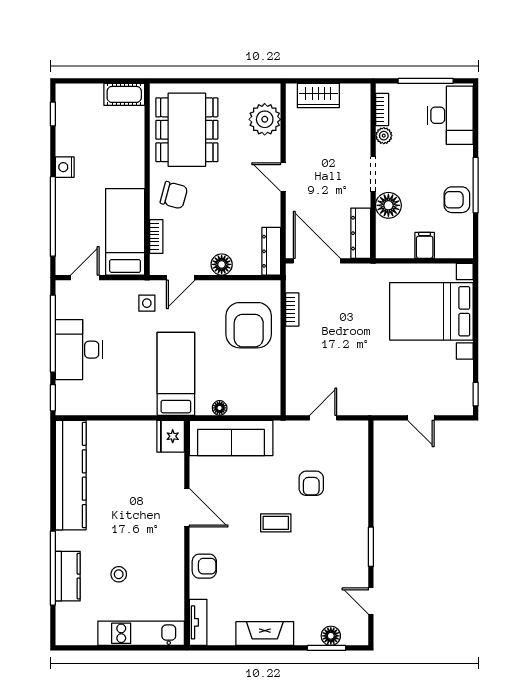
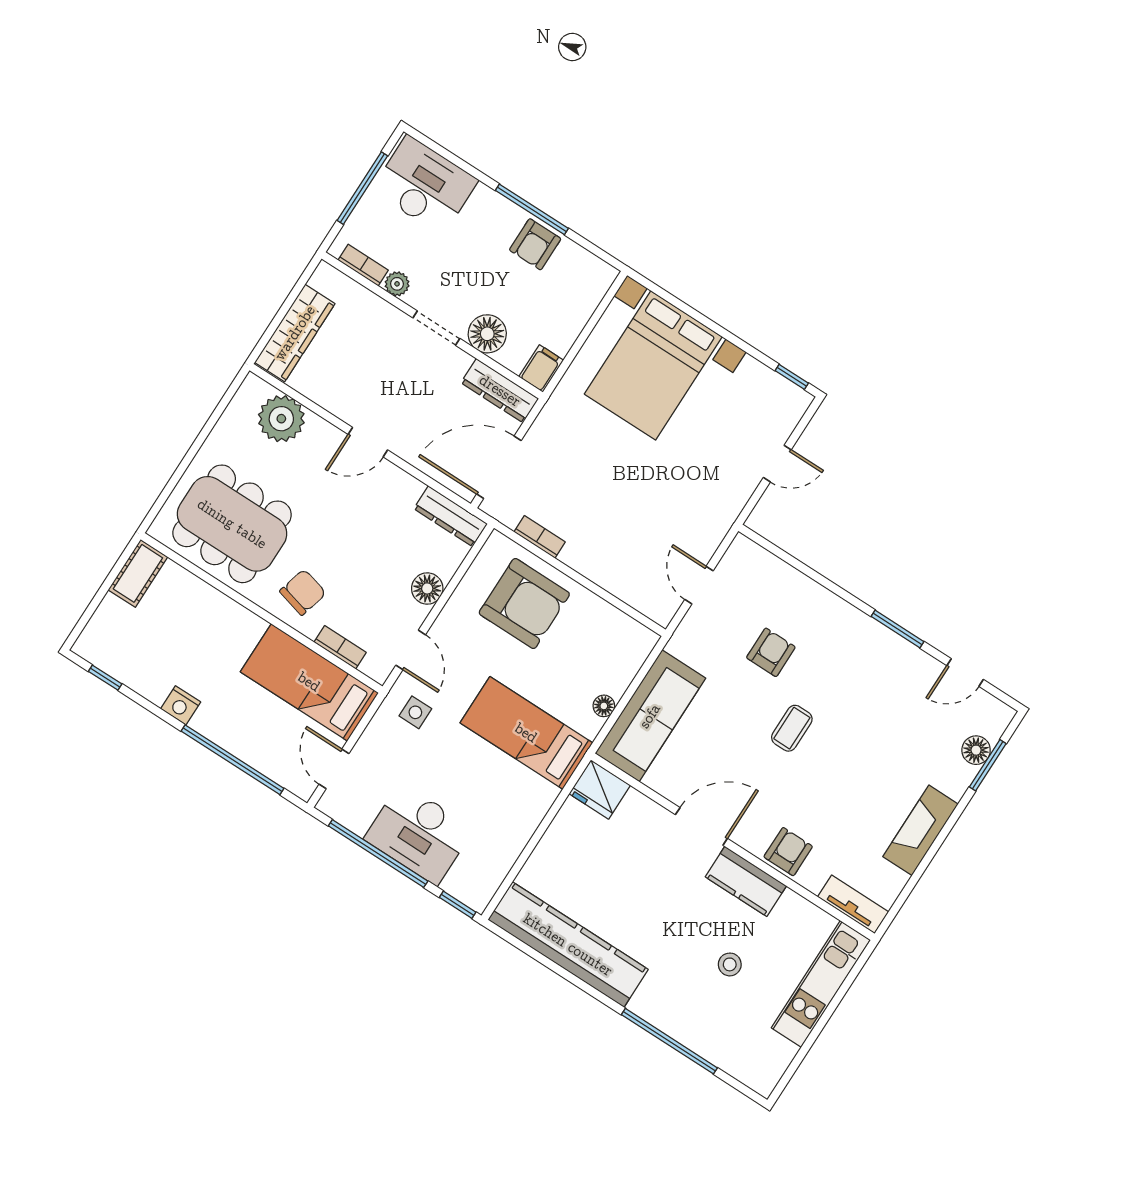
wardrobe: (318, 96) -> (295, 333), width x1.50
filing cabinet: (425, 245) -> (541, 368), moved, turned 90
armchair: (311, 483) -> (771, 652), turned -90
kitchen counter: (68, 576) -> (746, 881), moved, turned 180

